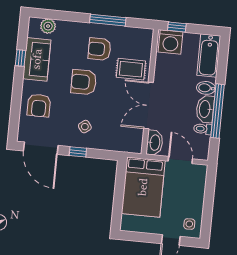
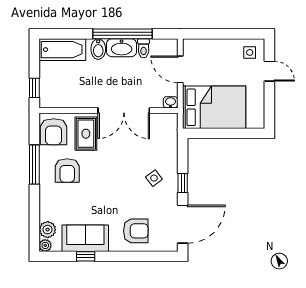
plant: (34, 23) -> (45, 245), added
washing machine: (171, 42) -> (52, 93), removed
armchair: (84, 82) -> (54, 132), moved
washbasin: (154, 143) -> (170, 102), width x0.52, depth x0.69
door: (180, 160) -> (180, 69), hinge flipped

